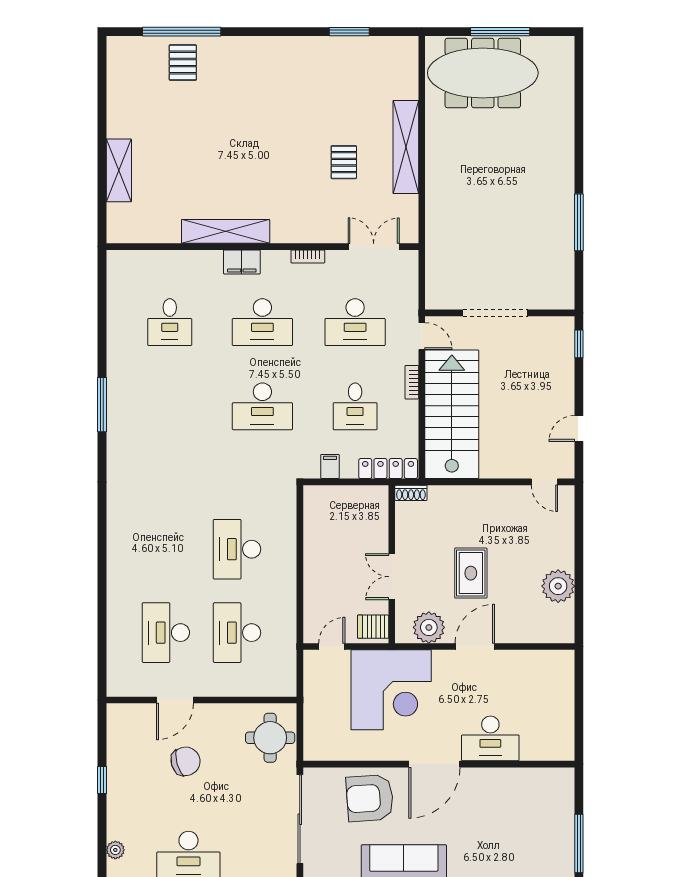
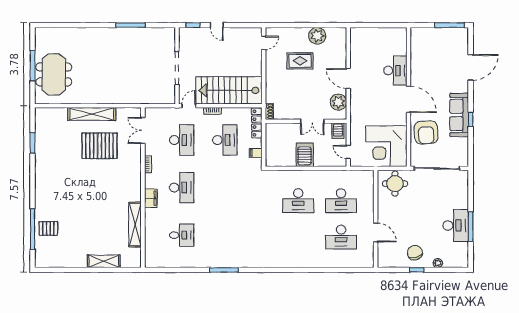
meeting table: (483, 73) -> (54, 74), width x0.73
pallet: (344, 162) -> (100, 146), width x2.05, depth x2.00
shelving: (226, 231) -> (135, 225), moved
desk: (262, 406) -> (225, 188), removed
desk: (355, 406) -> (225, 140), width x1.37
door: (579, 428) -> (217, 25), moved
server rack: (326, 562) -> (305, 155), added
rug: (471, 573) -> (300, 61), moved
corner desk: (391, 690) -> (386, 146), moved, turned 180
chair: (186, 761) -> (415, 253), moved
plant: (115, 850) -> (438, 263), moved

